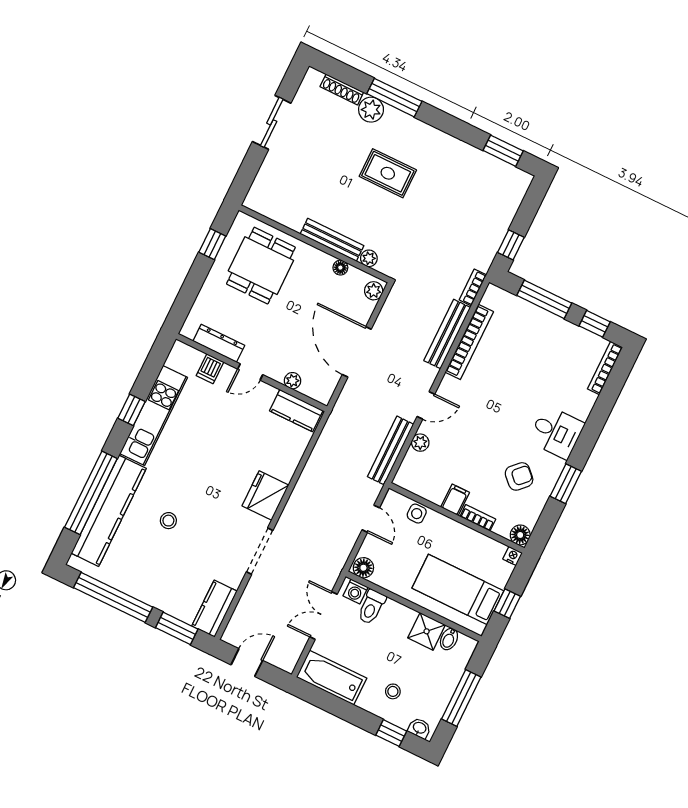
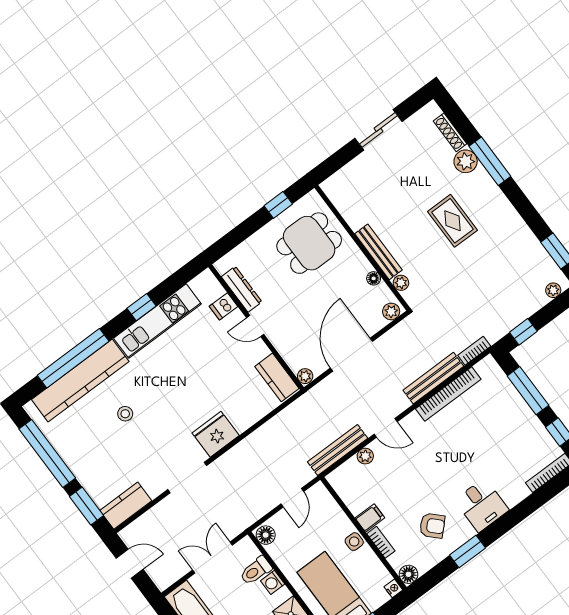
plant: (519, 190) -> (553, 290), added
plant: (293, 381) -> (305, 376), moved
side table: (417, 514) -> (354, 542), moved
washing machine: (356, 591) -> (273, 582), moved

